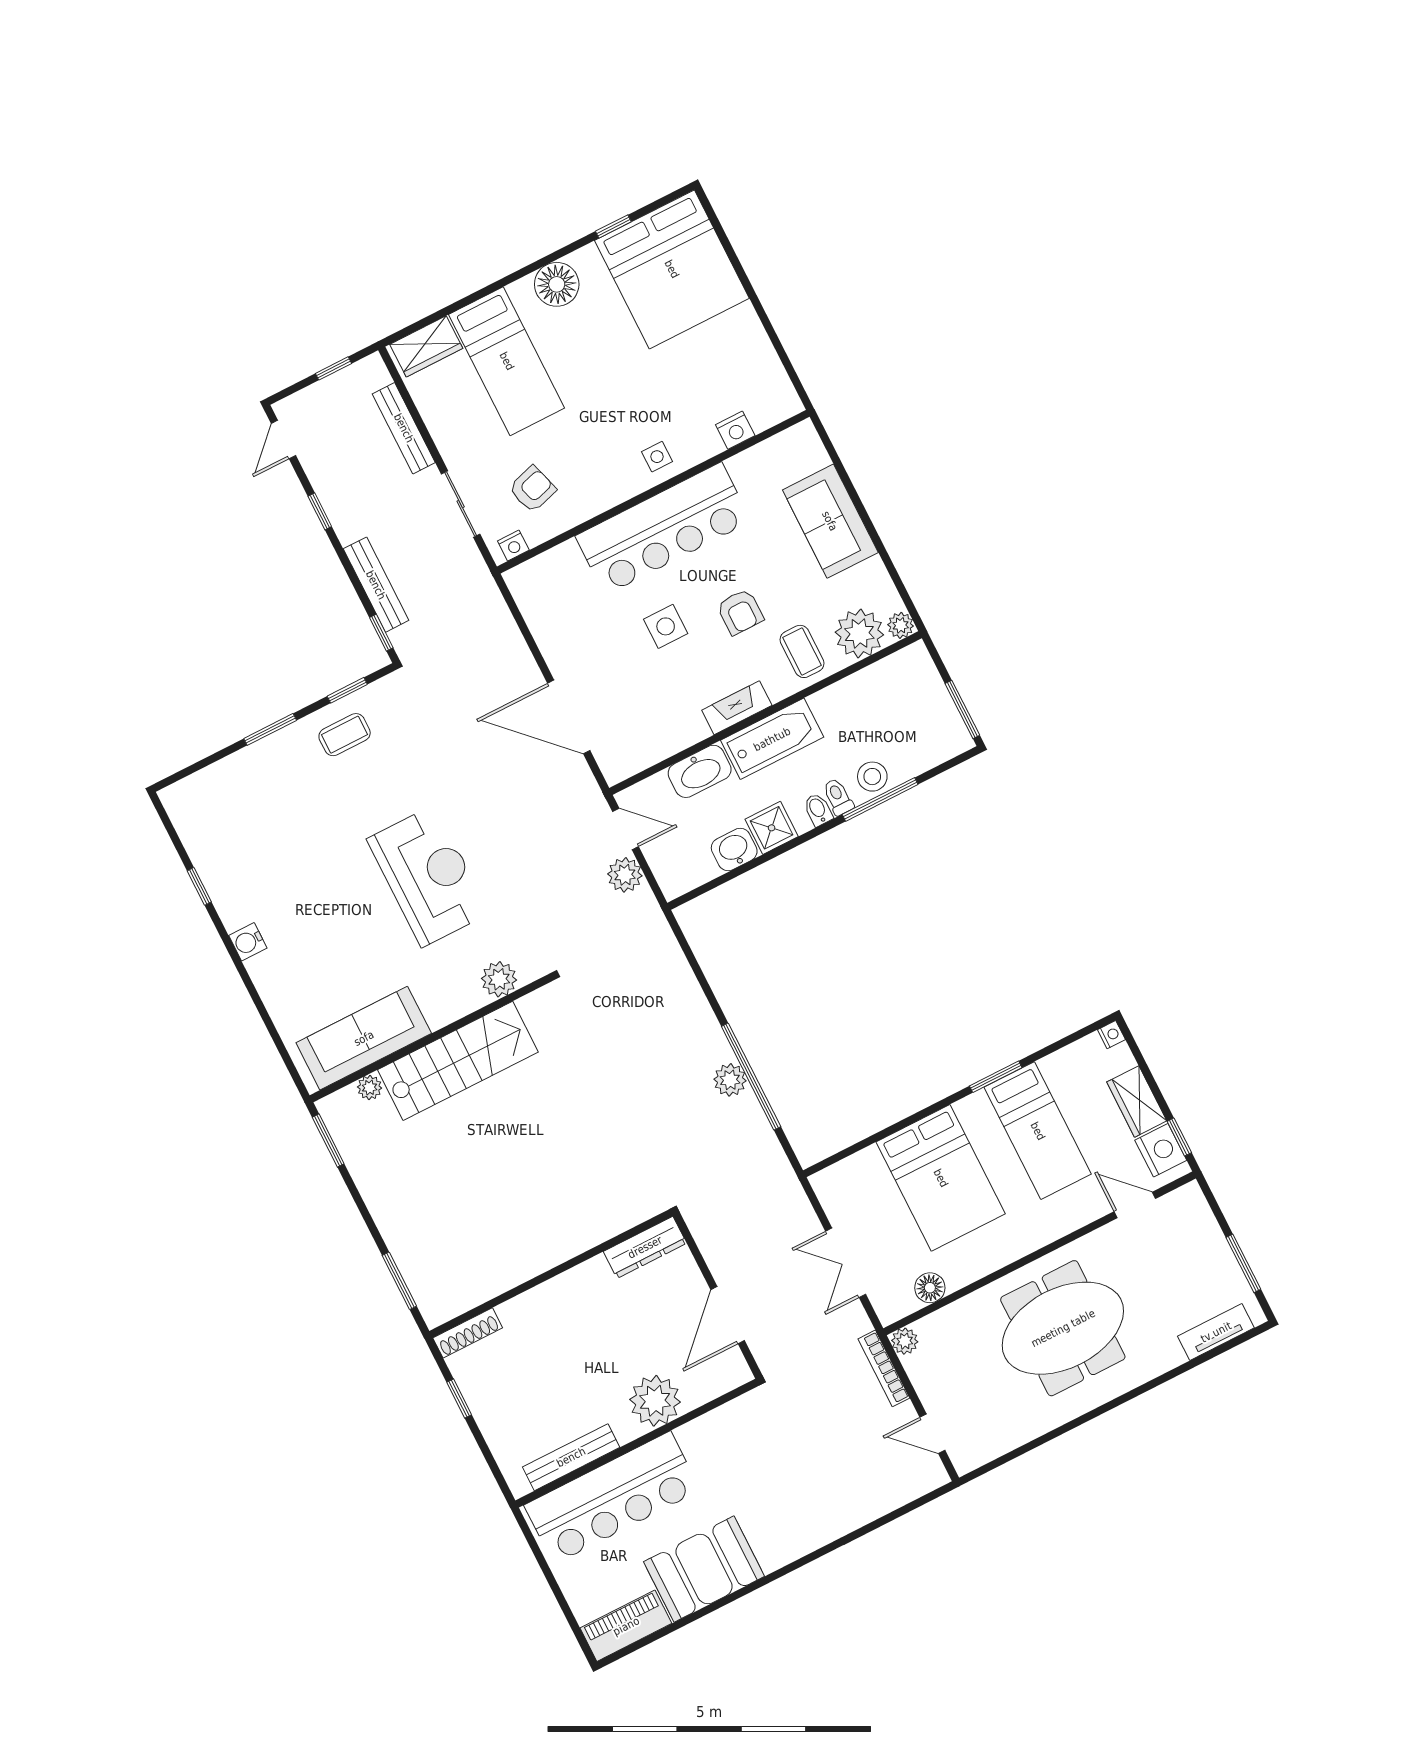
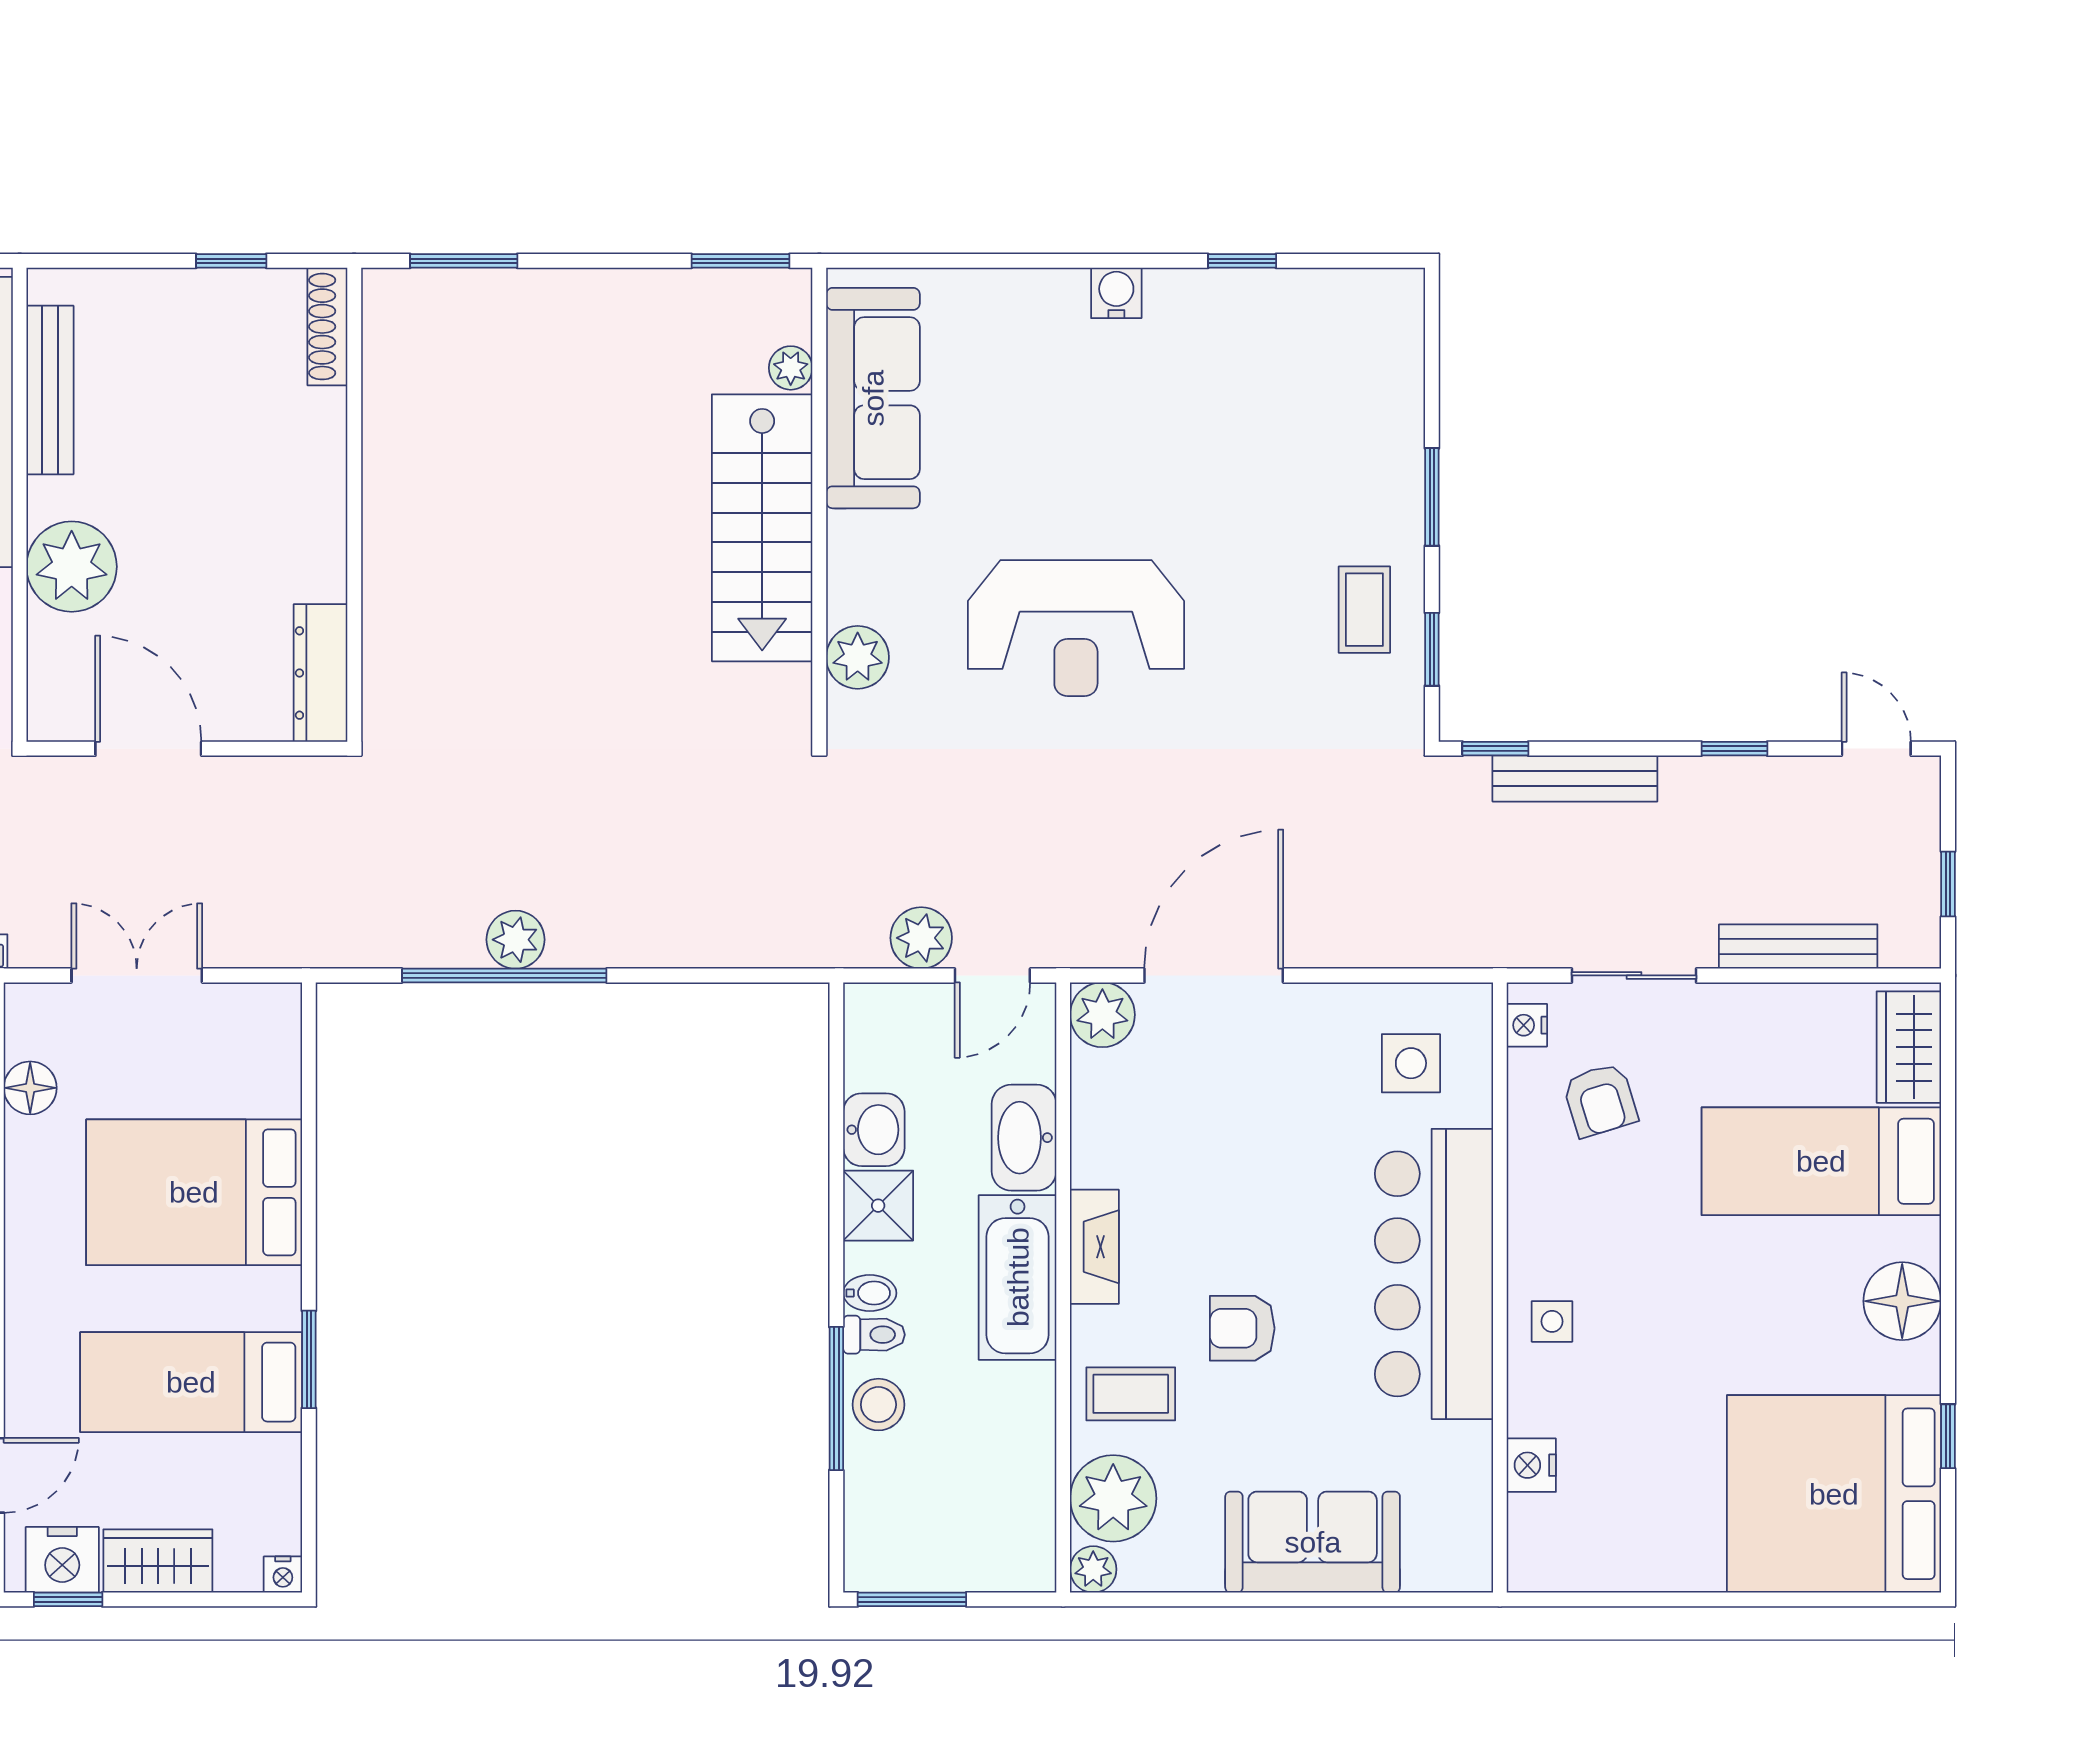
side table: (666, 626) -> (1411, 1063), moved
plant: (617, 763) -> (1102, 1015), added

